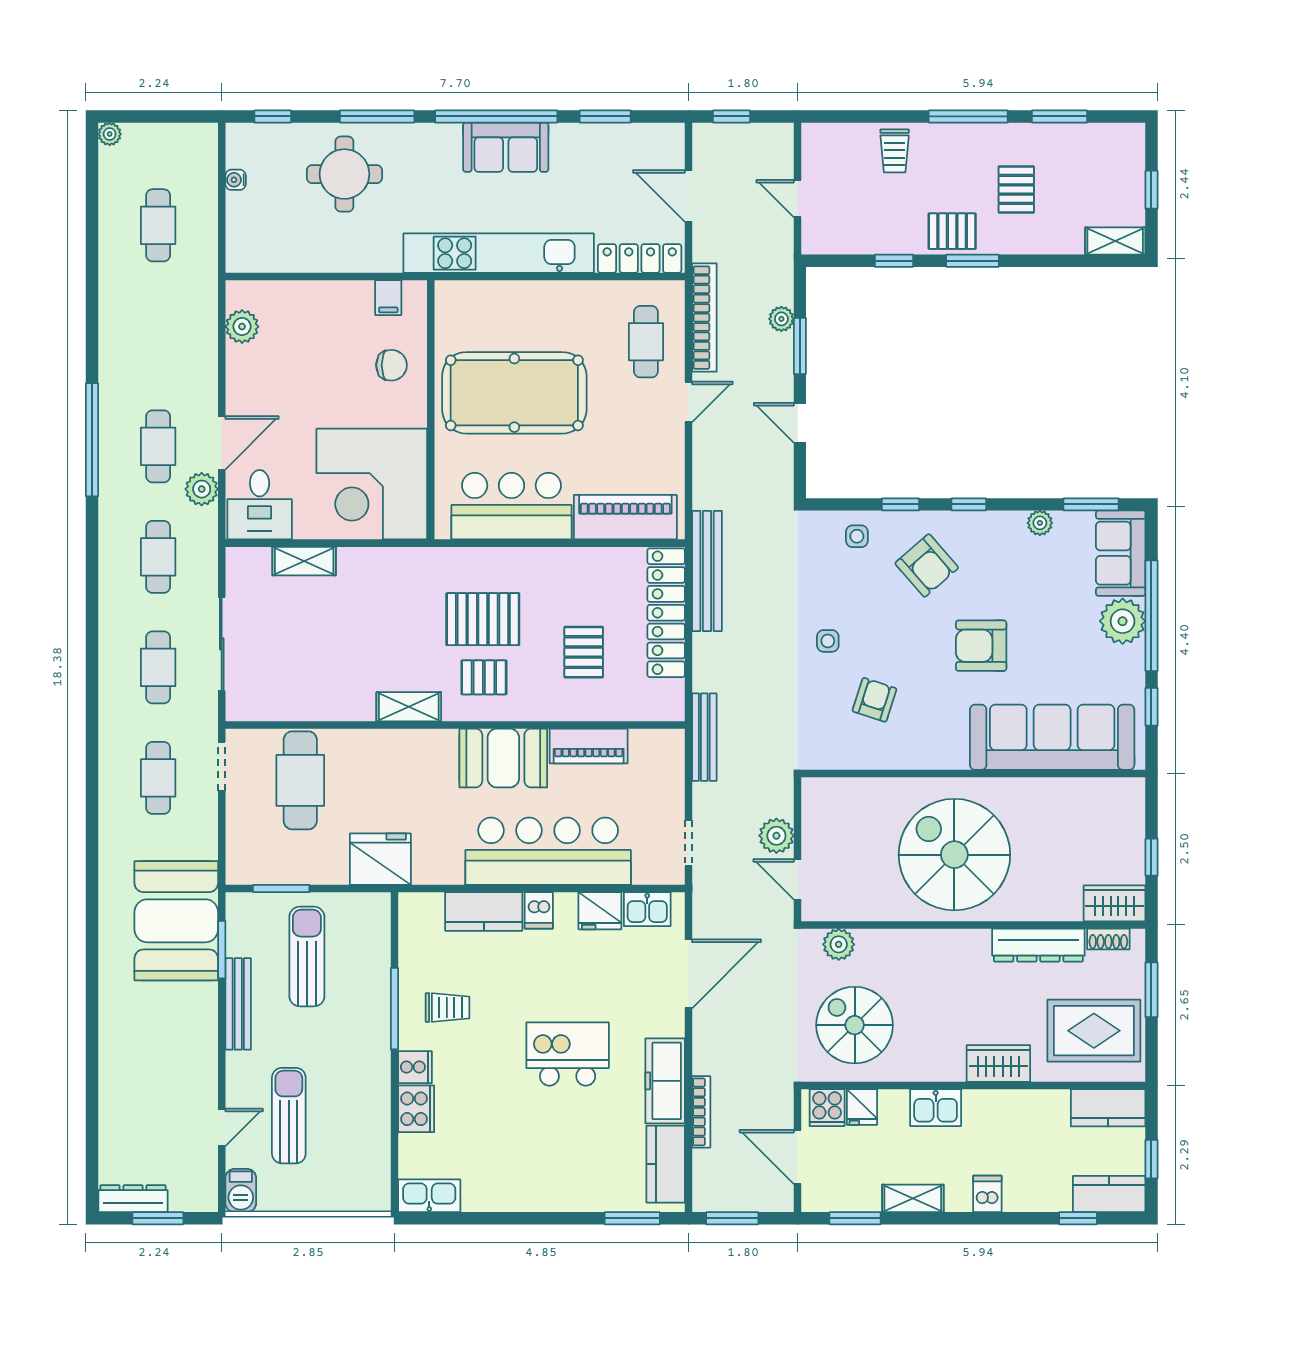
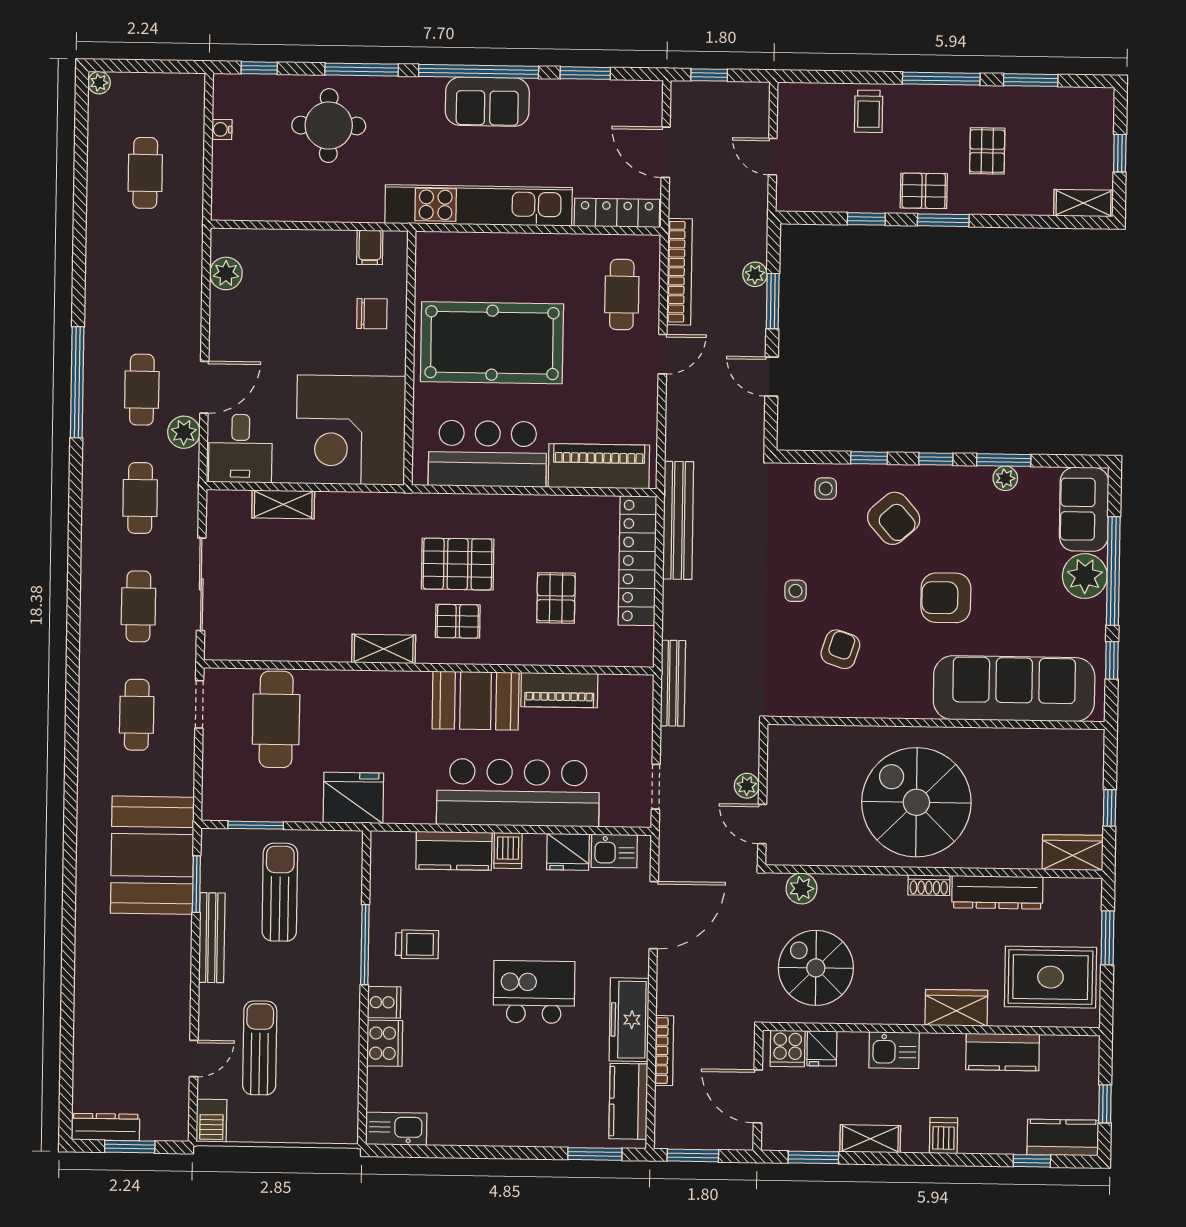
window: (1091, 504) -> (1004, 460), moved
plant: (776, 836) -> (747, 786), width x0.73, depth x0.73
shoe rack: (1108, 939) -> (929, 885), moved
kitchen counter: (1108, 1108) -> (1003, 1052), moved

